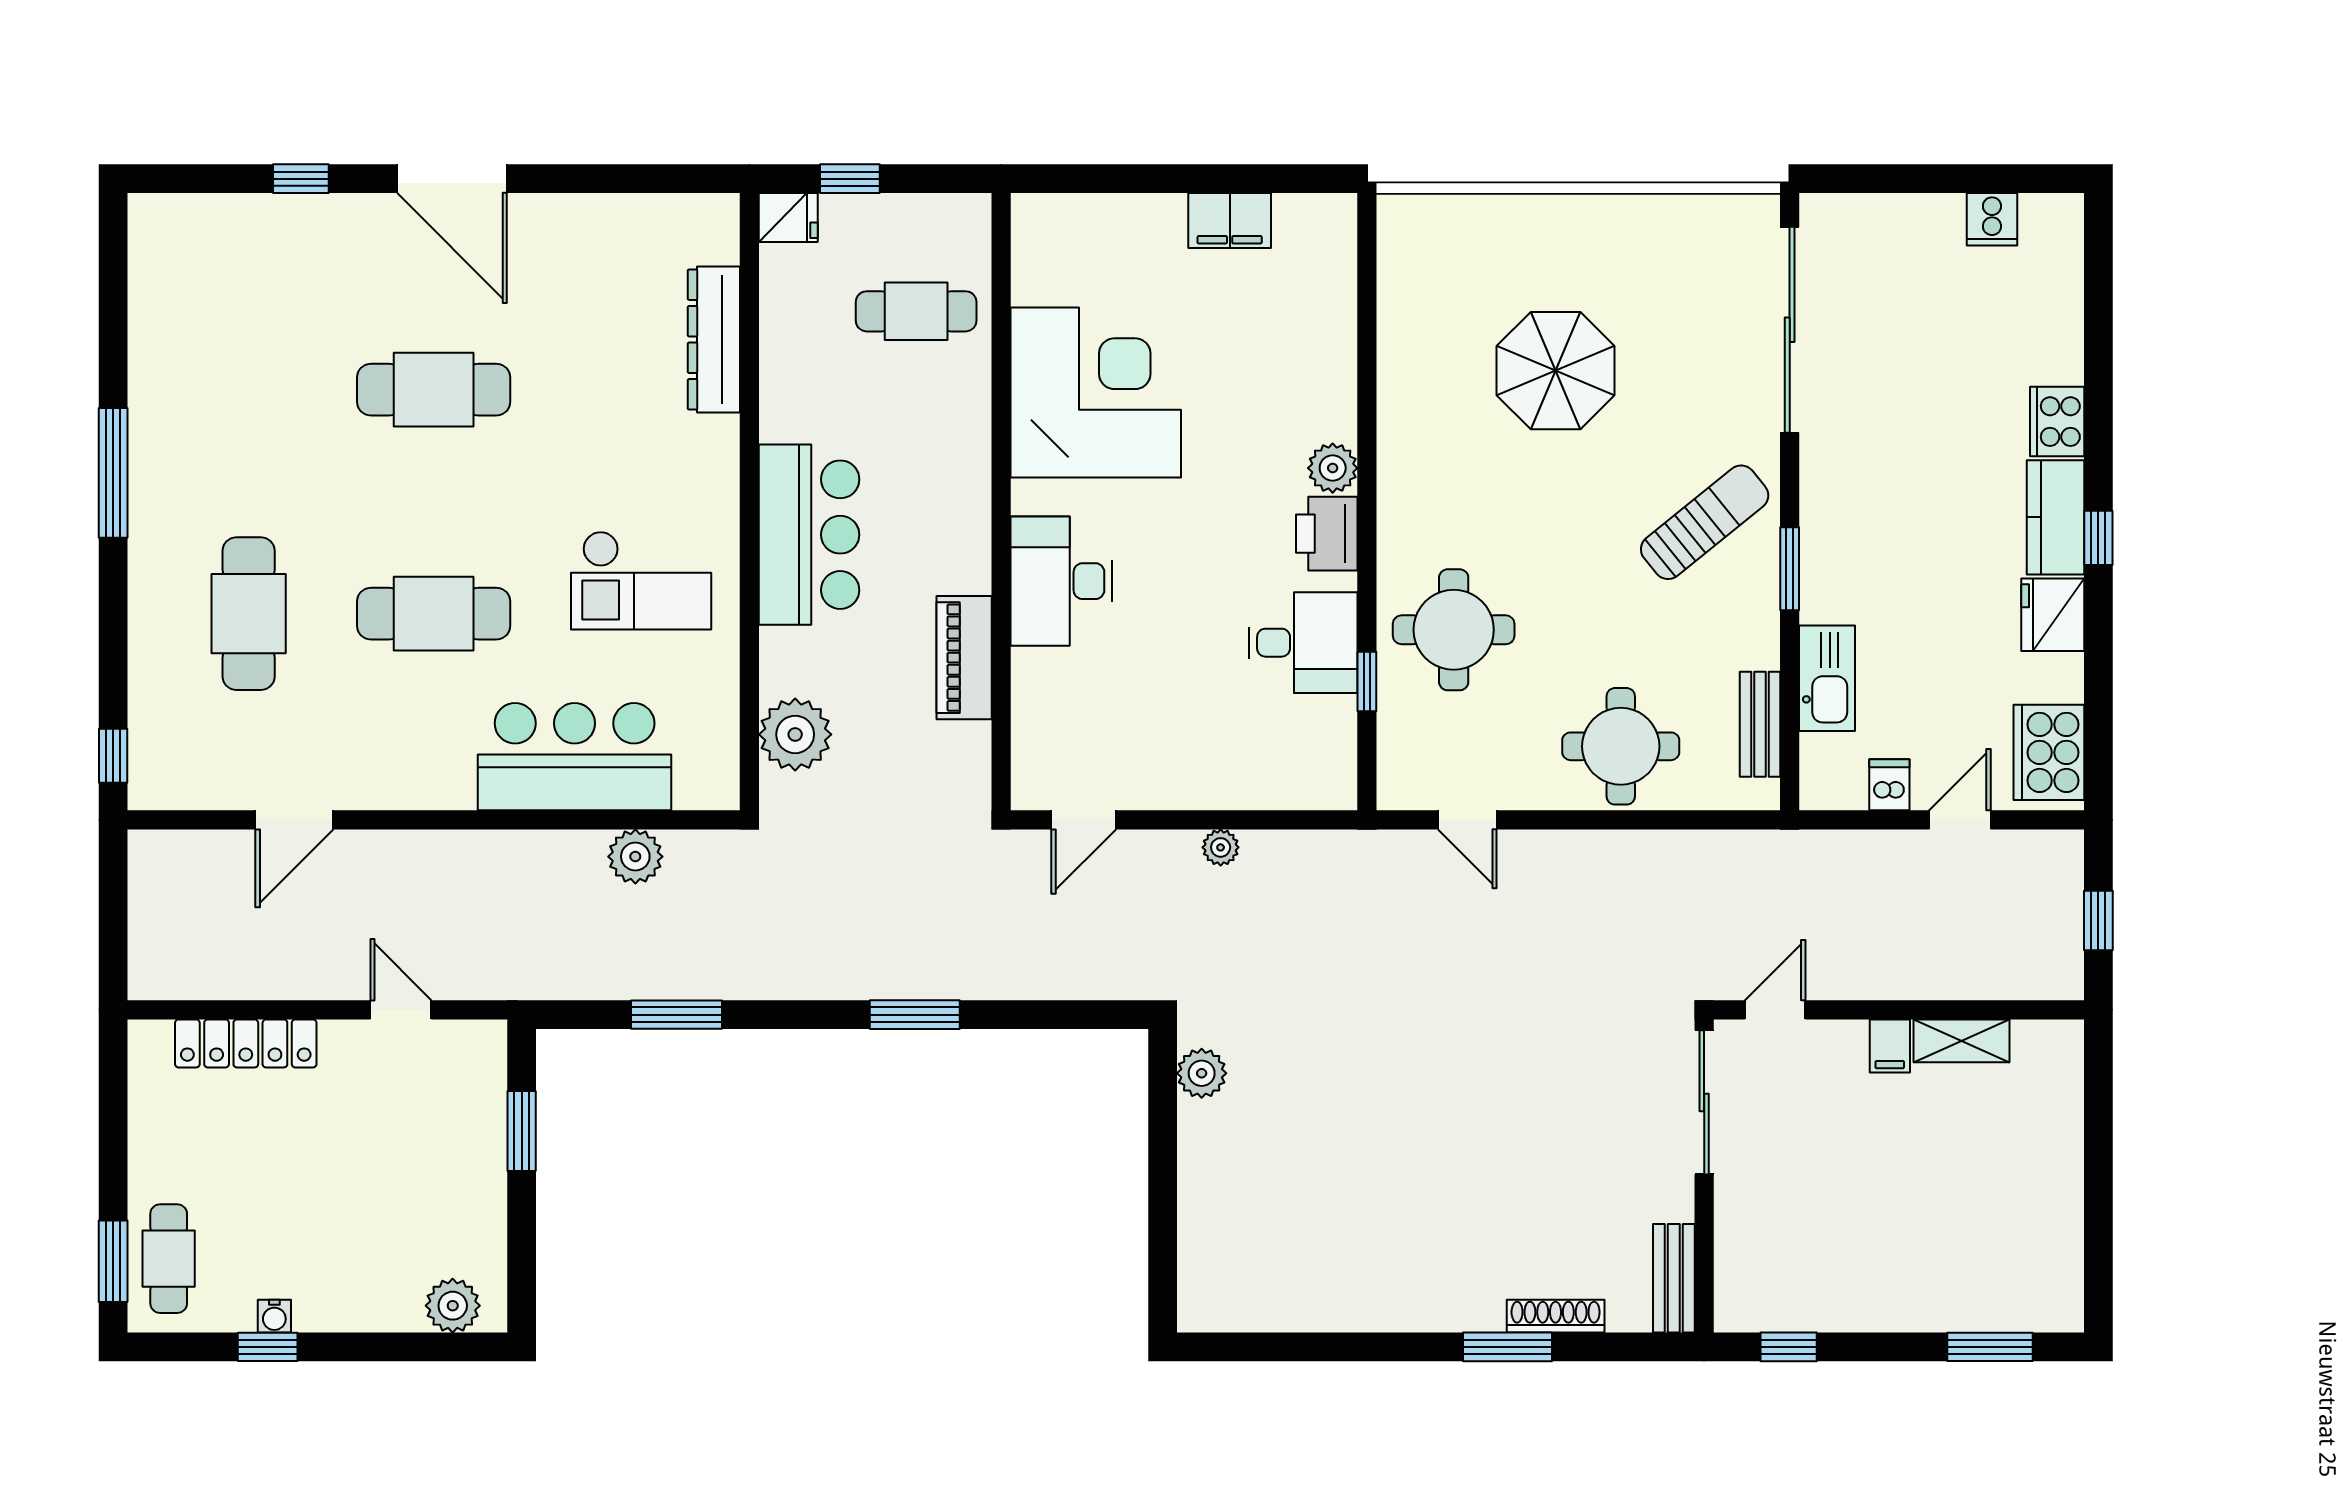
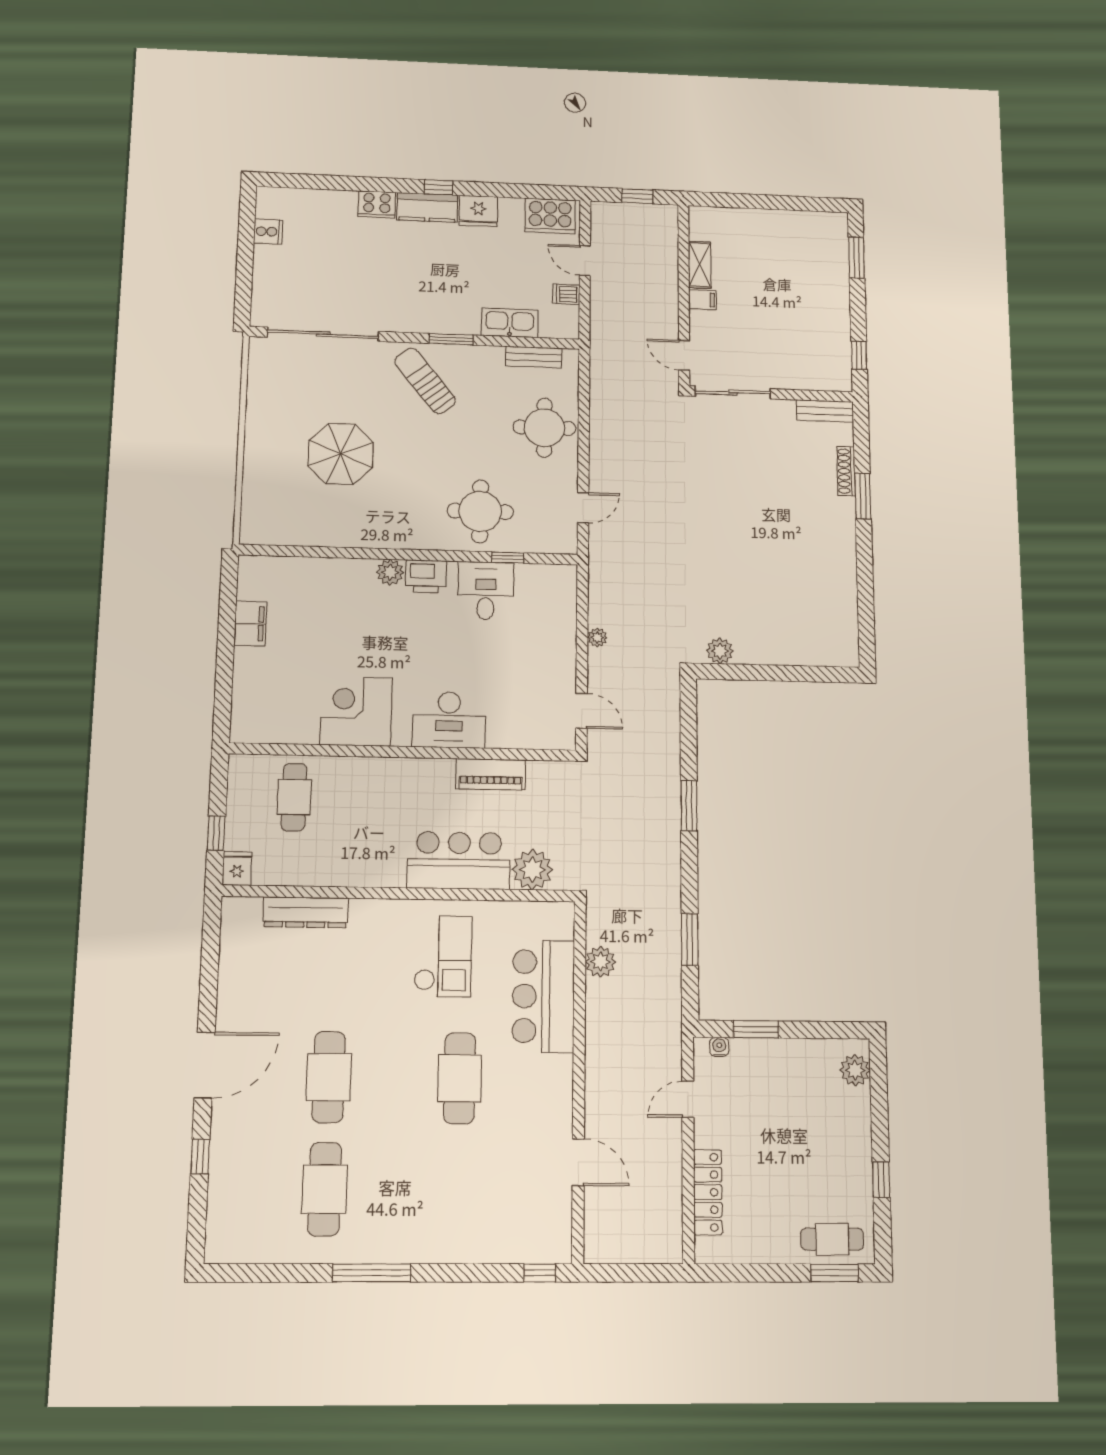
corner desk: (1096, 393) -> (356, 711), width x0.74, depth x0.74
bar counter: (809, 535) -> (459, 860), moved
cafe table: (249, 614) -> (325, 1189), moved, turned 90
water cooler: (274, 1316) -> (719, 1047), moved, turned -90

